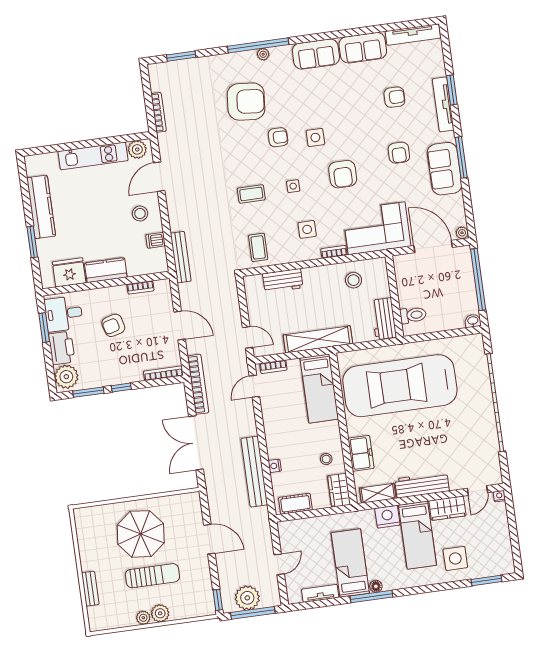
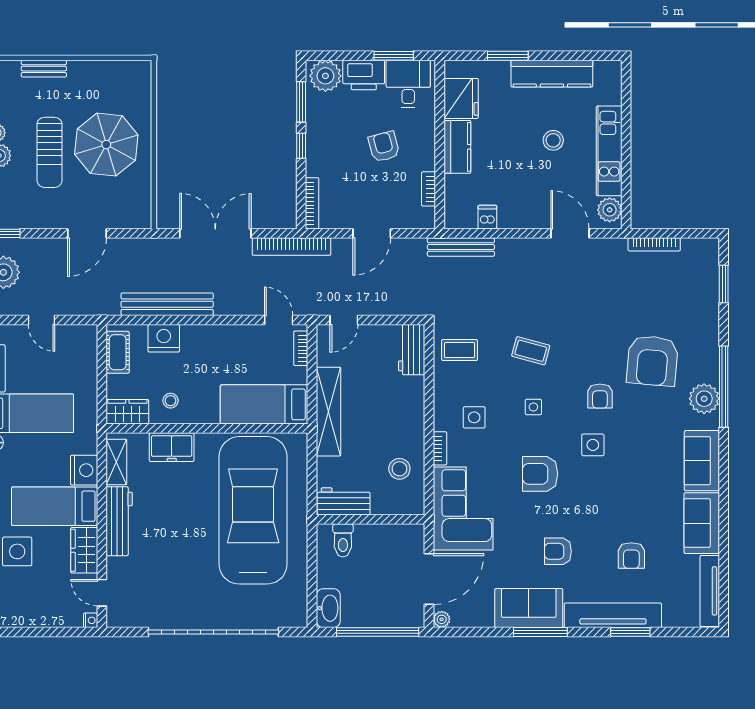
plant: (263, 54) -> (704, 399), width x1.88, depth x1.88
tv unit: (443, 104) -> (613, 615), width x1.36, depth x1.29
coffee table: (251, 194) -> (531, 351), turned -75
stool: (140, 214) -> (553, 140), moved
workbench: (283, 281) -> (412, 350), moved
washbasin: (473, 321) -> (328, 608), width x1.91, depth x1.45
nightstand: (275, 466) -> (164, 338), width x1.89, depth x1.79

